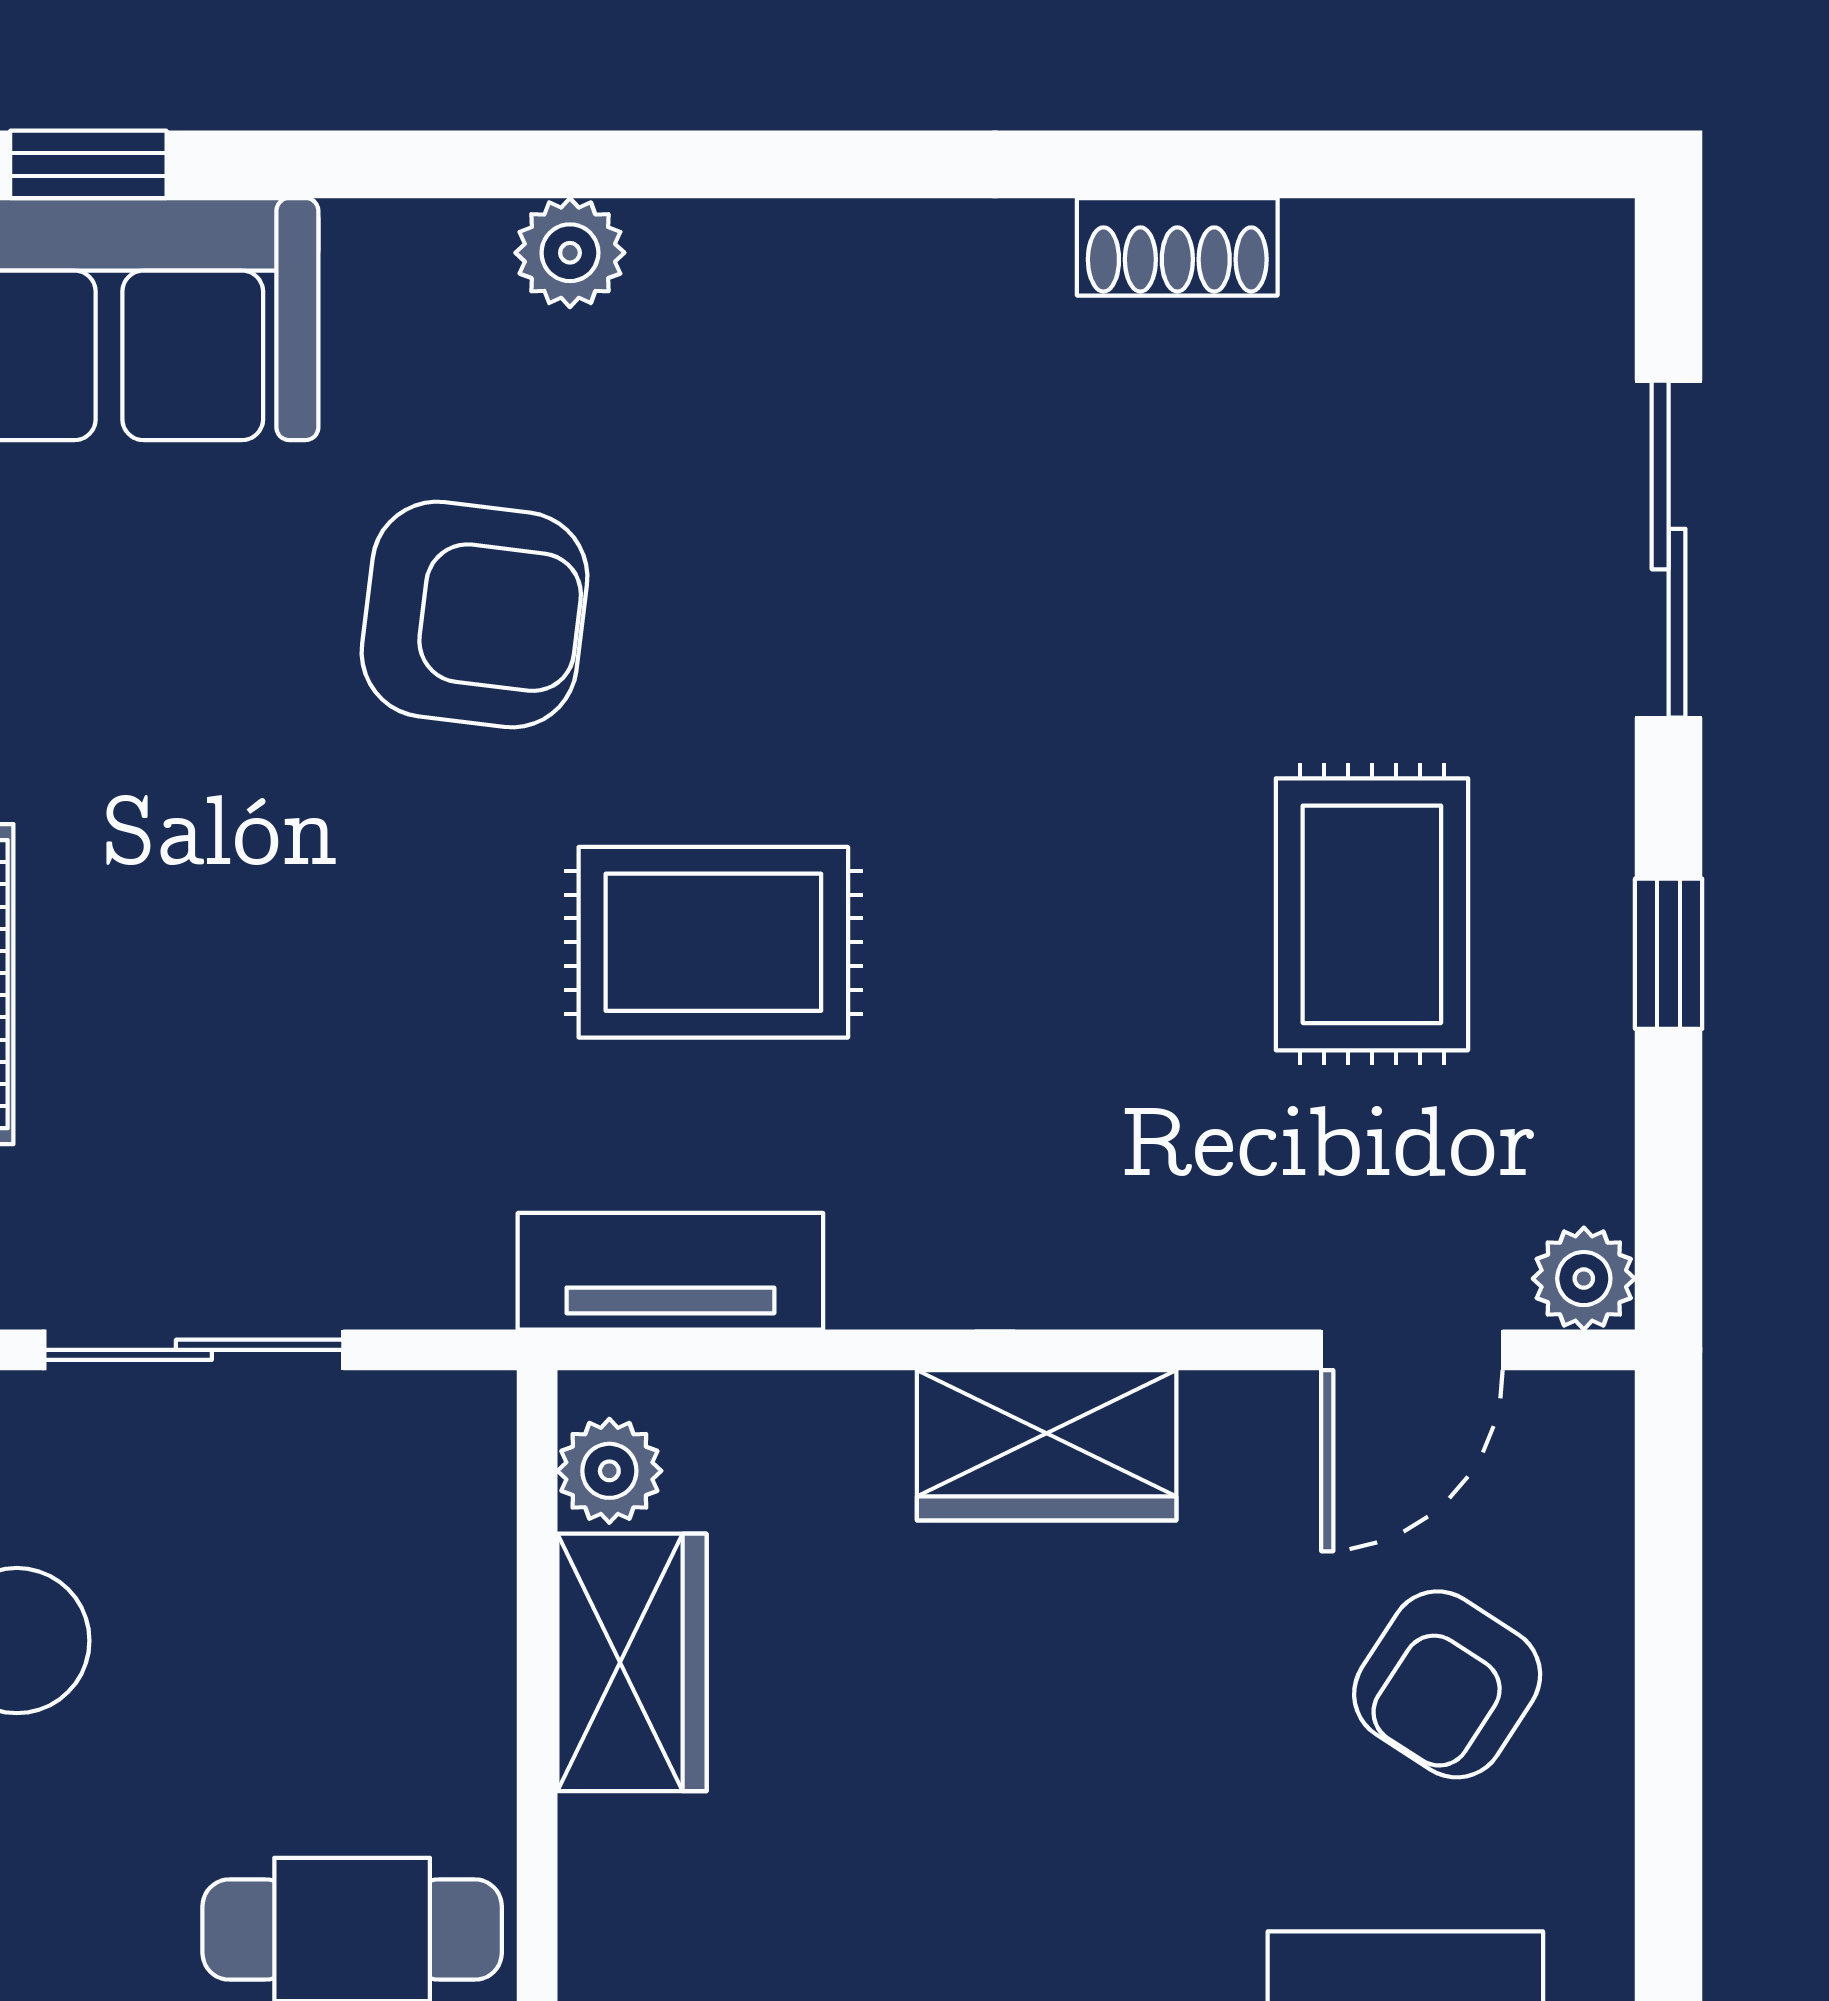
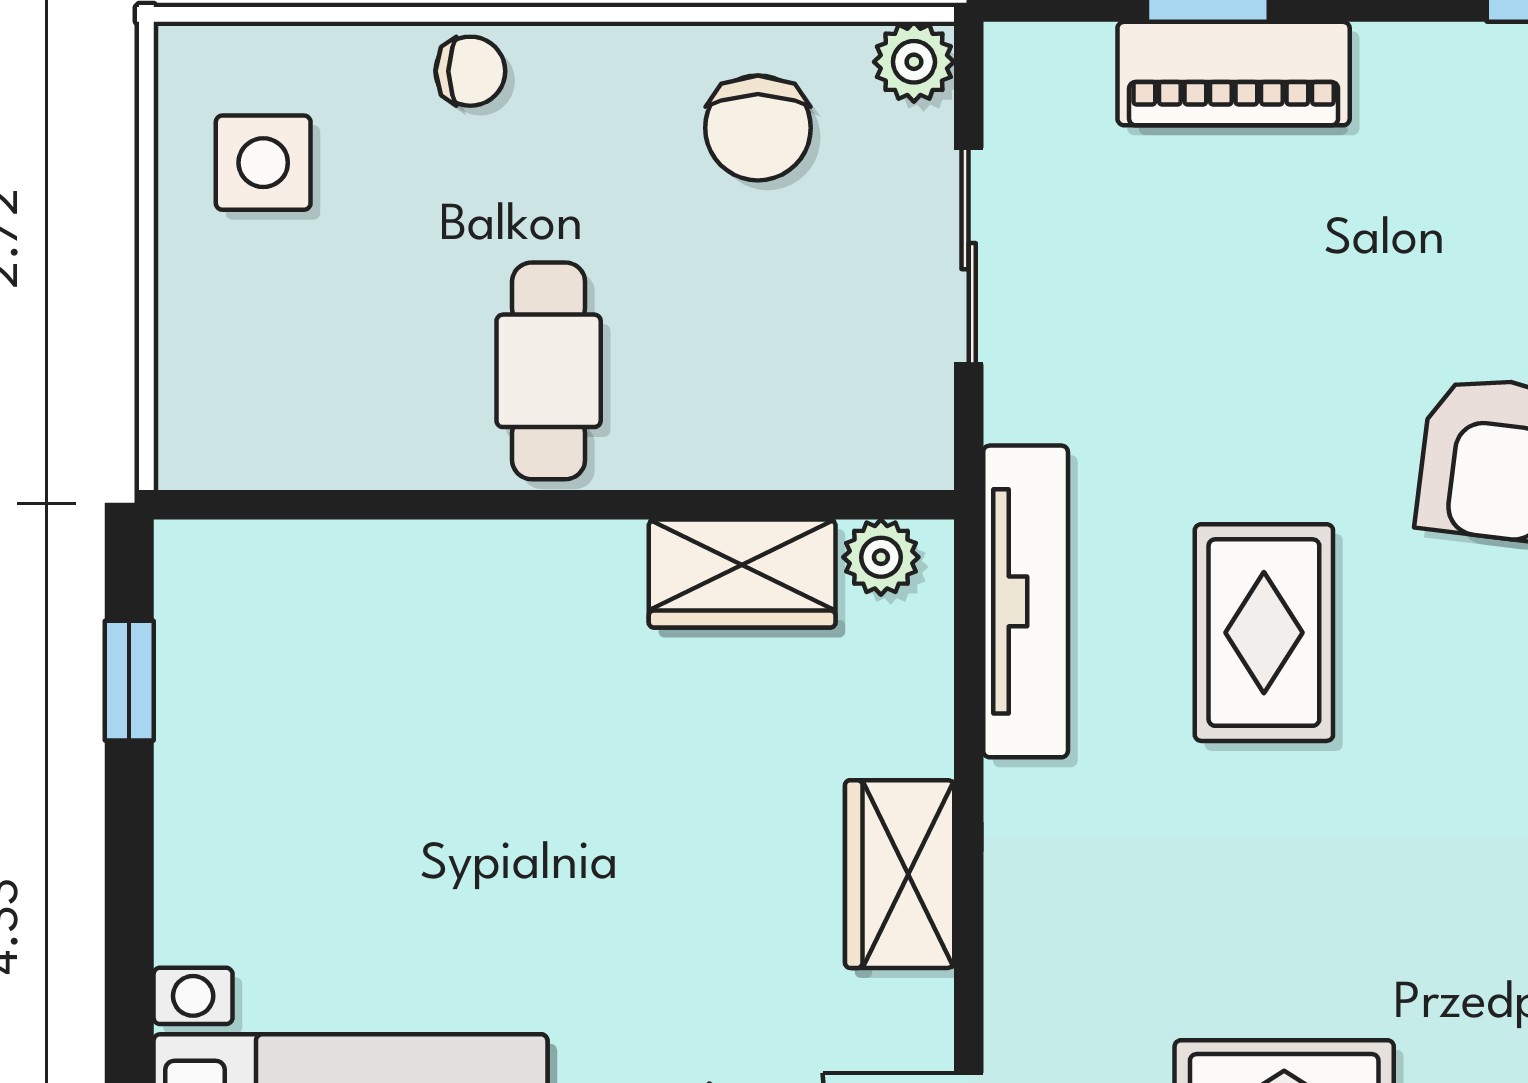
tv unit: (670, 1271) -> (1026, 601), width x1.41

